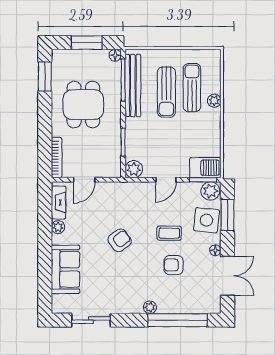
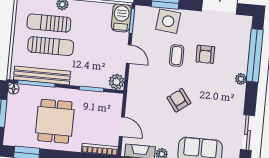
dining table: (83, 105) -> (55, 121), turned 90
plant: (210, 191) -> (143, 15), removed
floor lamp: (215, 250) -> (196, 16), removed

